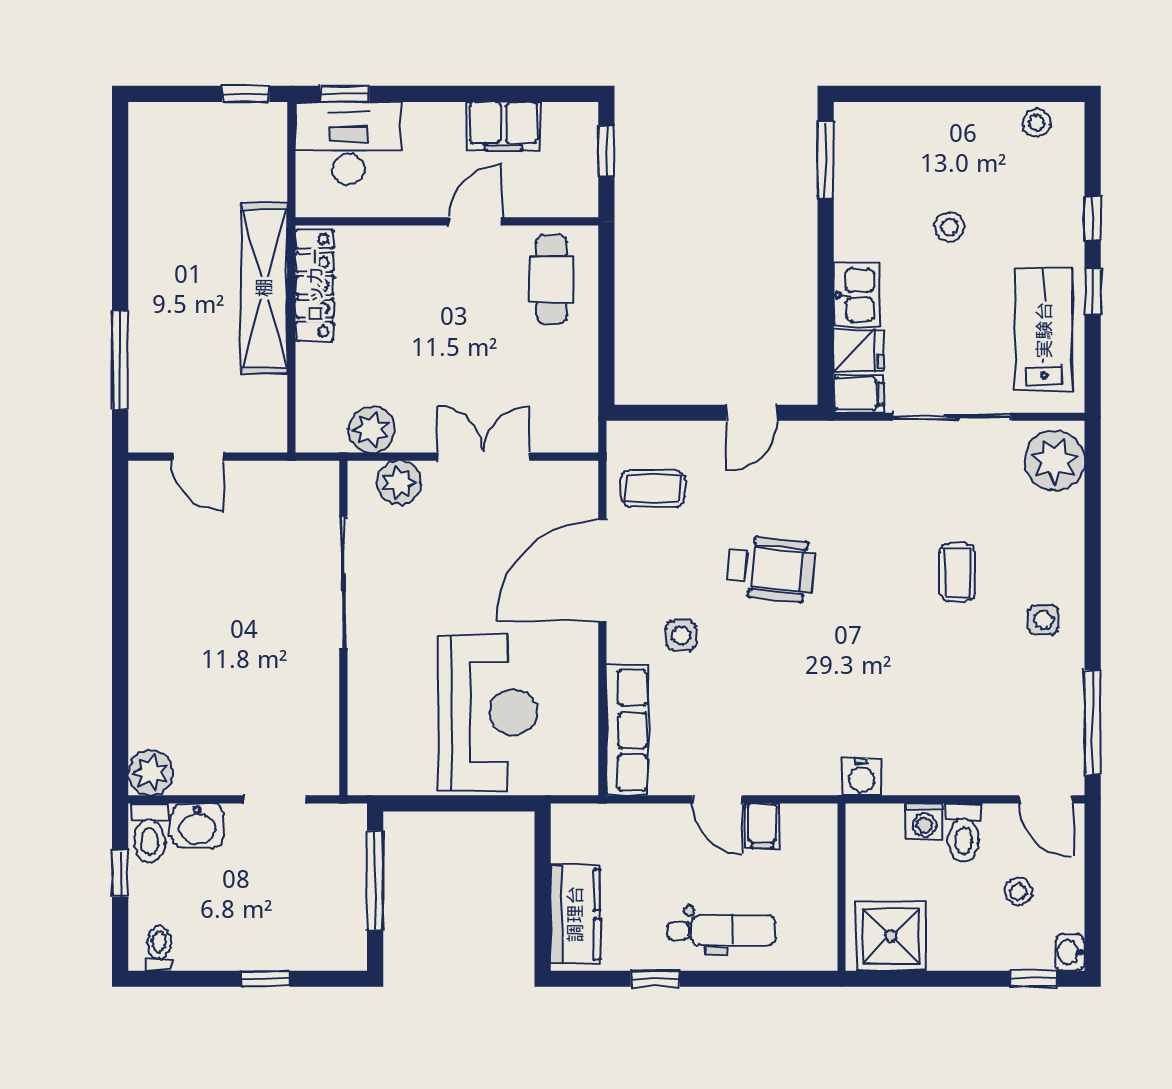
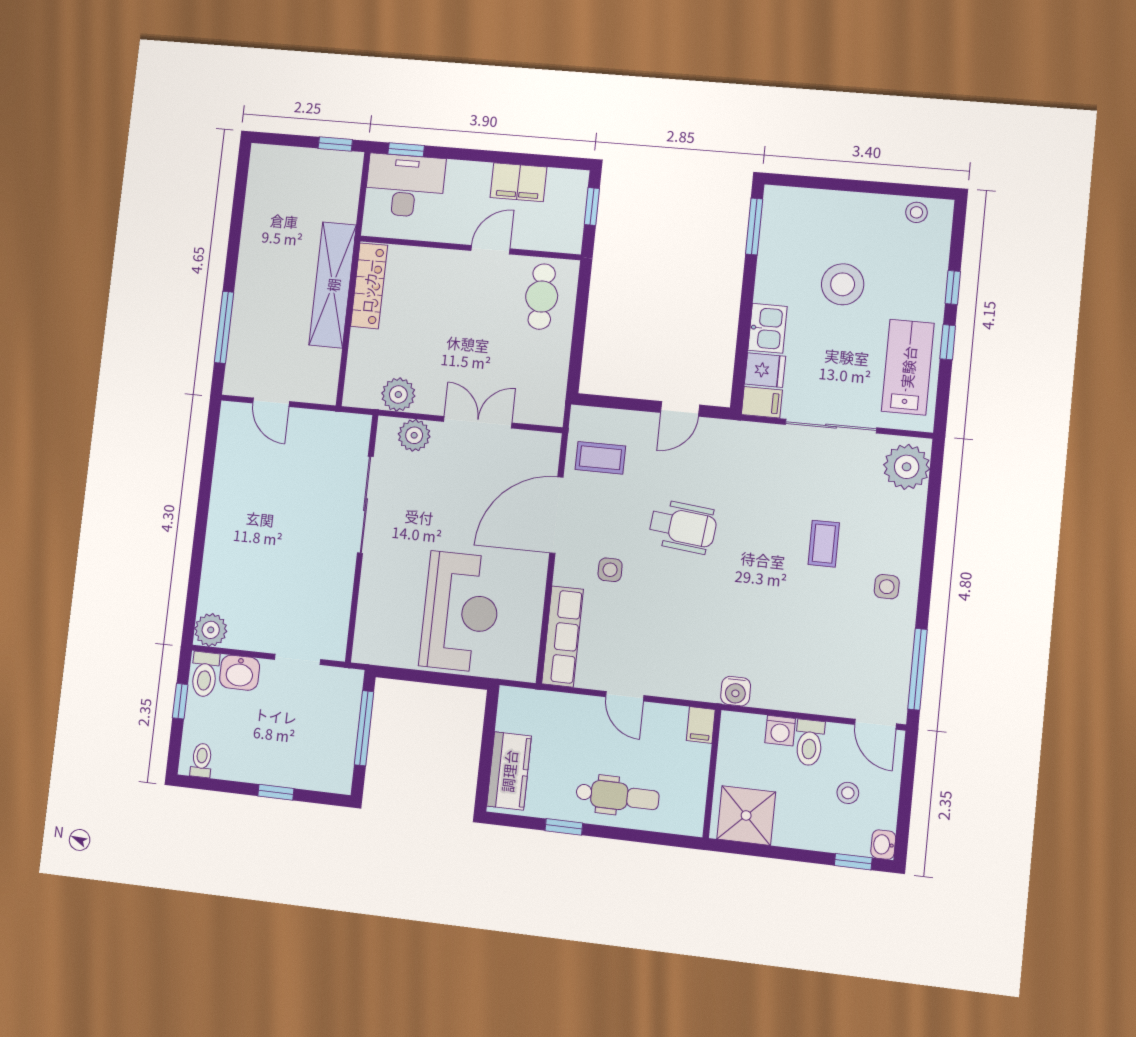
stool: (949, 227) -> (843, 284), width x1.89, depth x1.89
filing cabinet: (762, 826) -> (701, 725), moved

